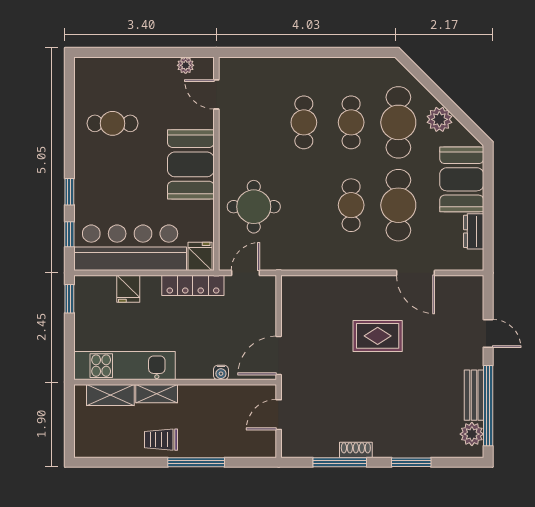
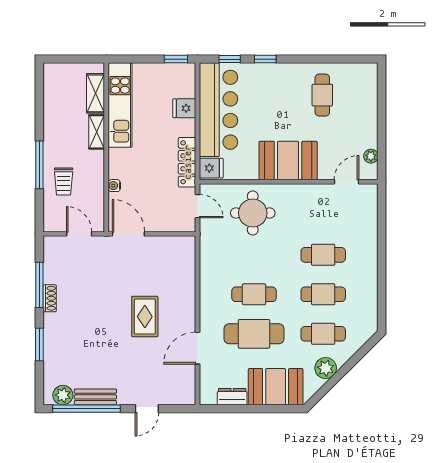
cafe table: (398, 122) -> (323, 334), width x0.73, depth x0.74
trolley: (161, 440) -> (64, 181), moved, turned 180

